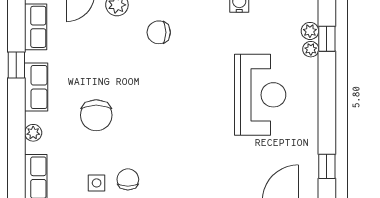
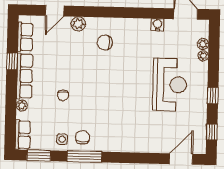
window: (327, 39) -> (213, 96), moved
row of seats: (36, 87) -> (24, 76), width x1.48
chair: (96, 115) -> (63, 95), width x0.54, depth x0.54

